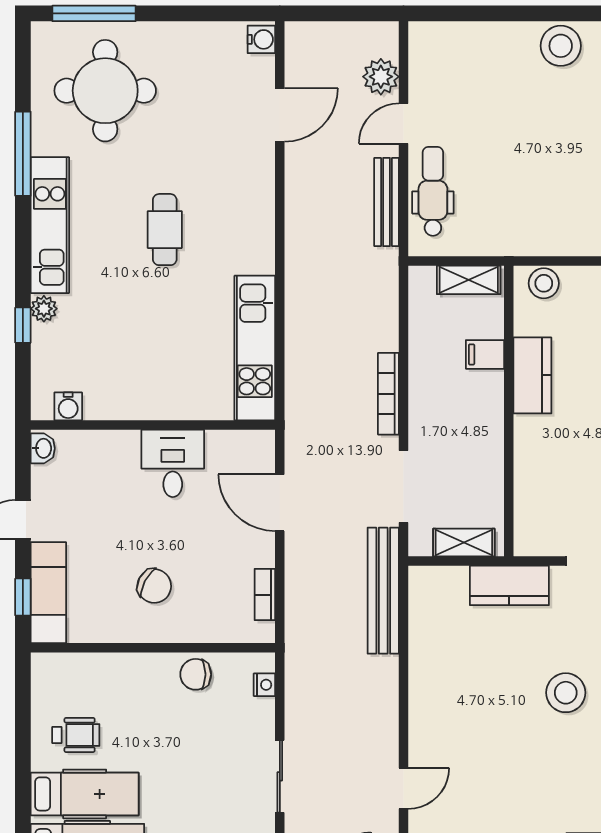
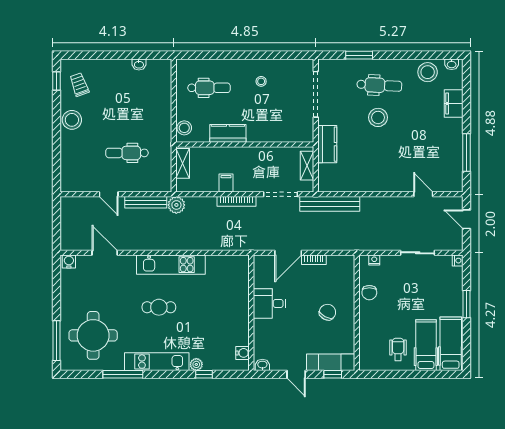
plant: (381, 77) -> (176, 205), moved
dental chair: (433, 191) -> (127, 153), moved
kitchen unit: (255, 348) -> (171, 265), moved
filing cabinet: (485, 354) -> (226, 183), moved, turned 180
bookcase: (265, 595) -> (314, 260), moved

